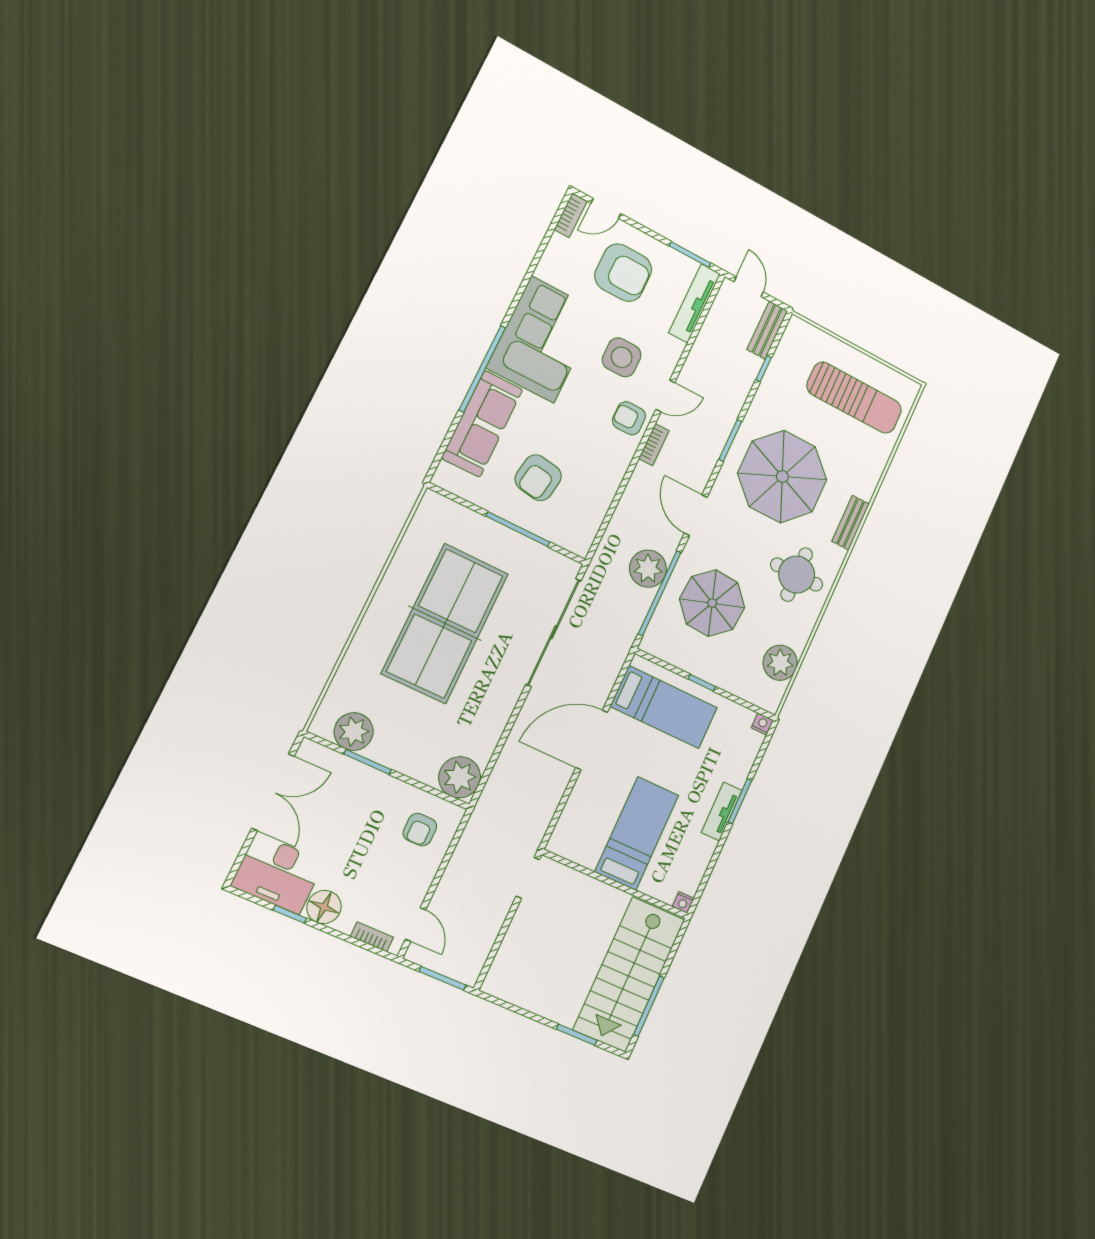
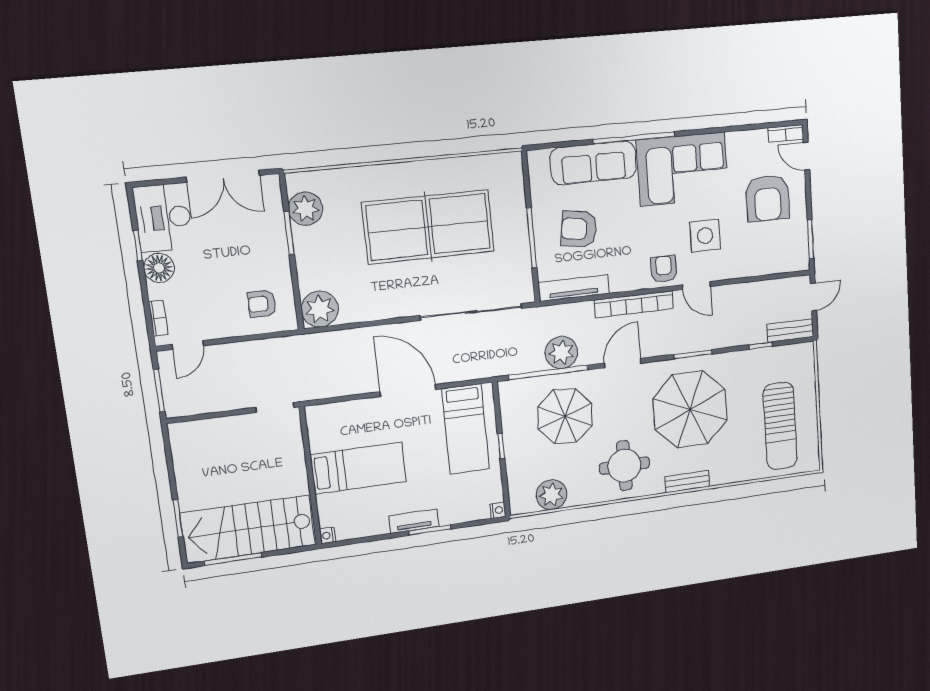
tv unit: (695, 303) -> (574, 288), moved
bookcase: (654, 445) -> (634, 304), width x2.31, depth x1.31

